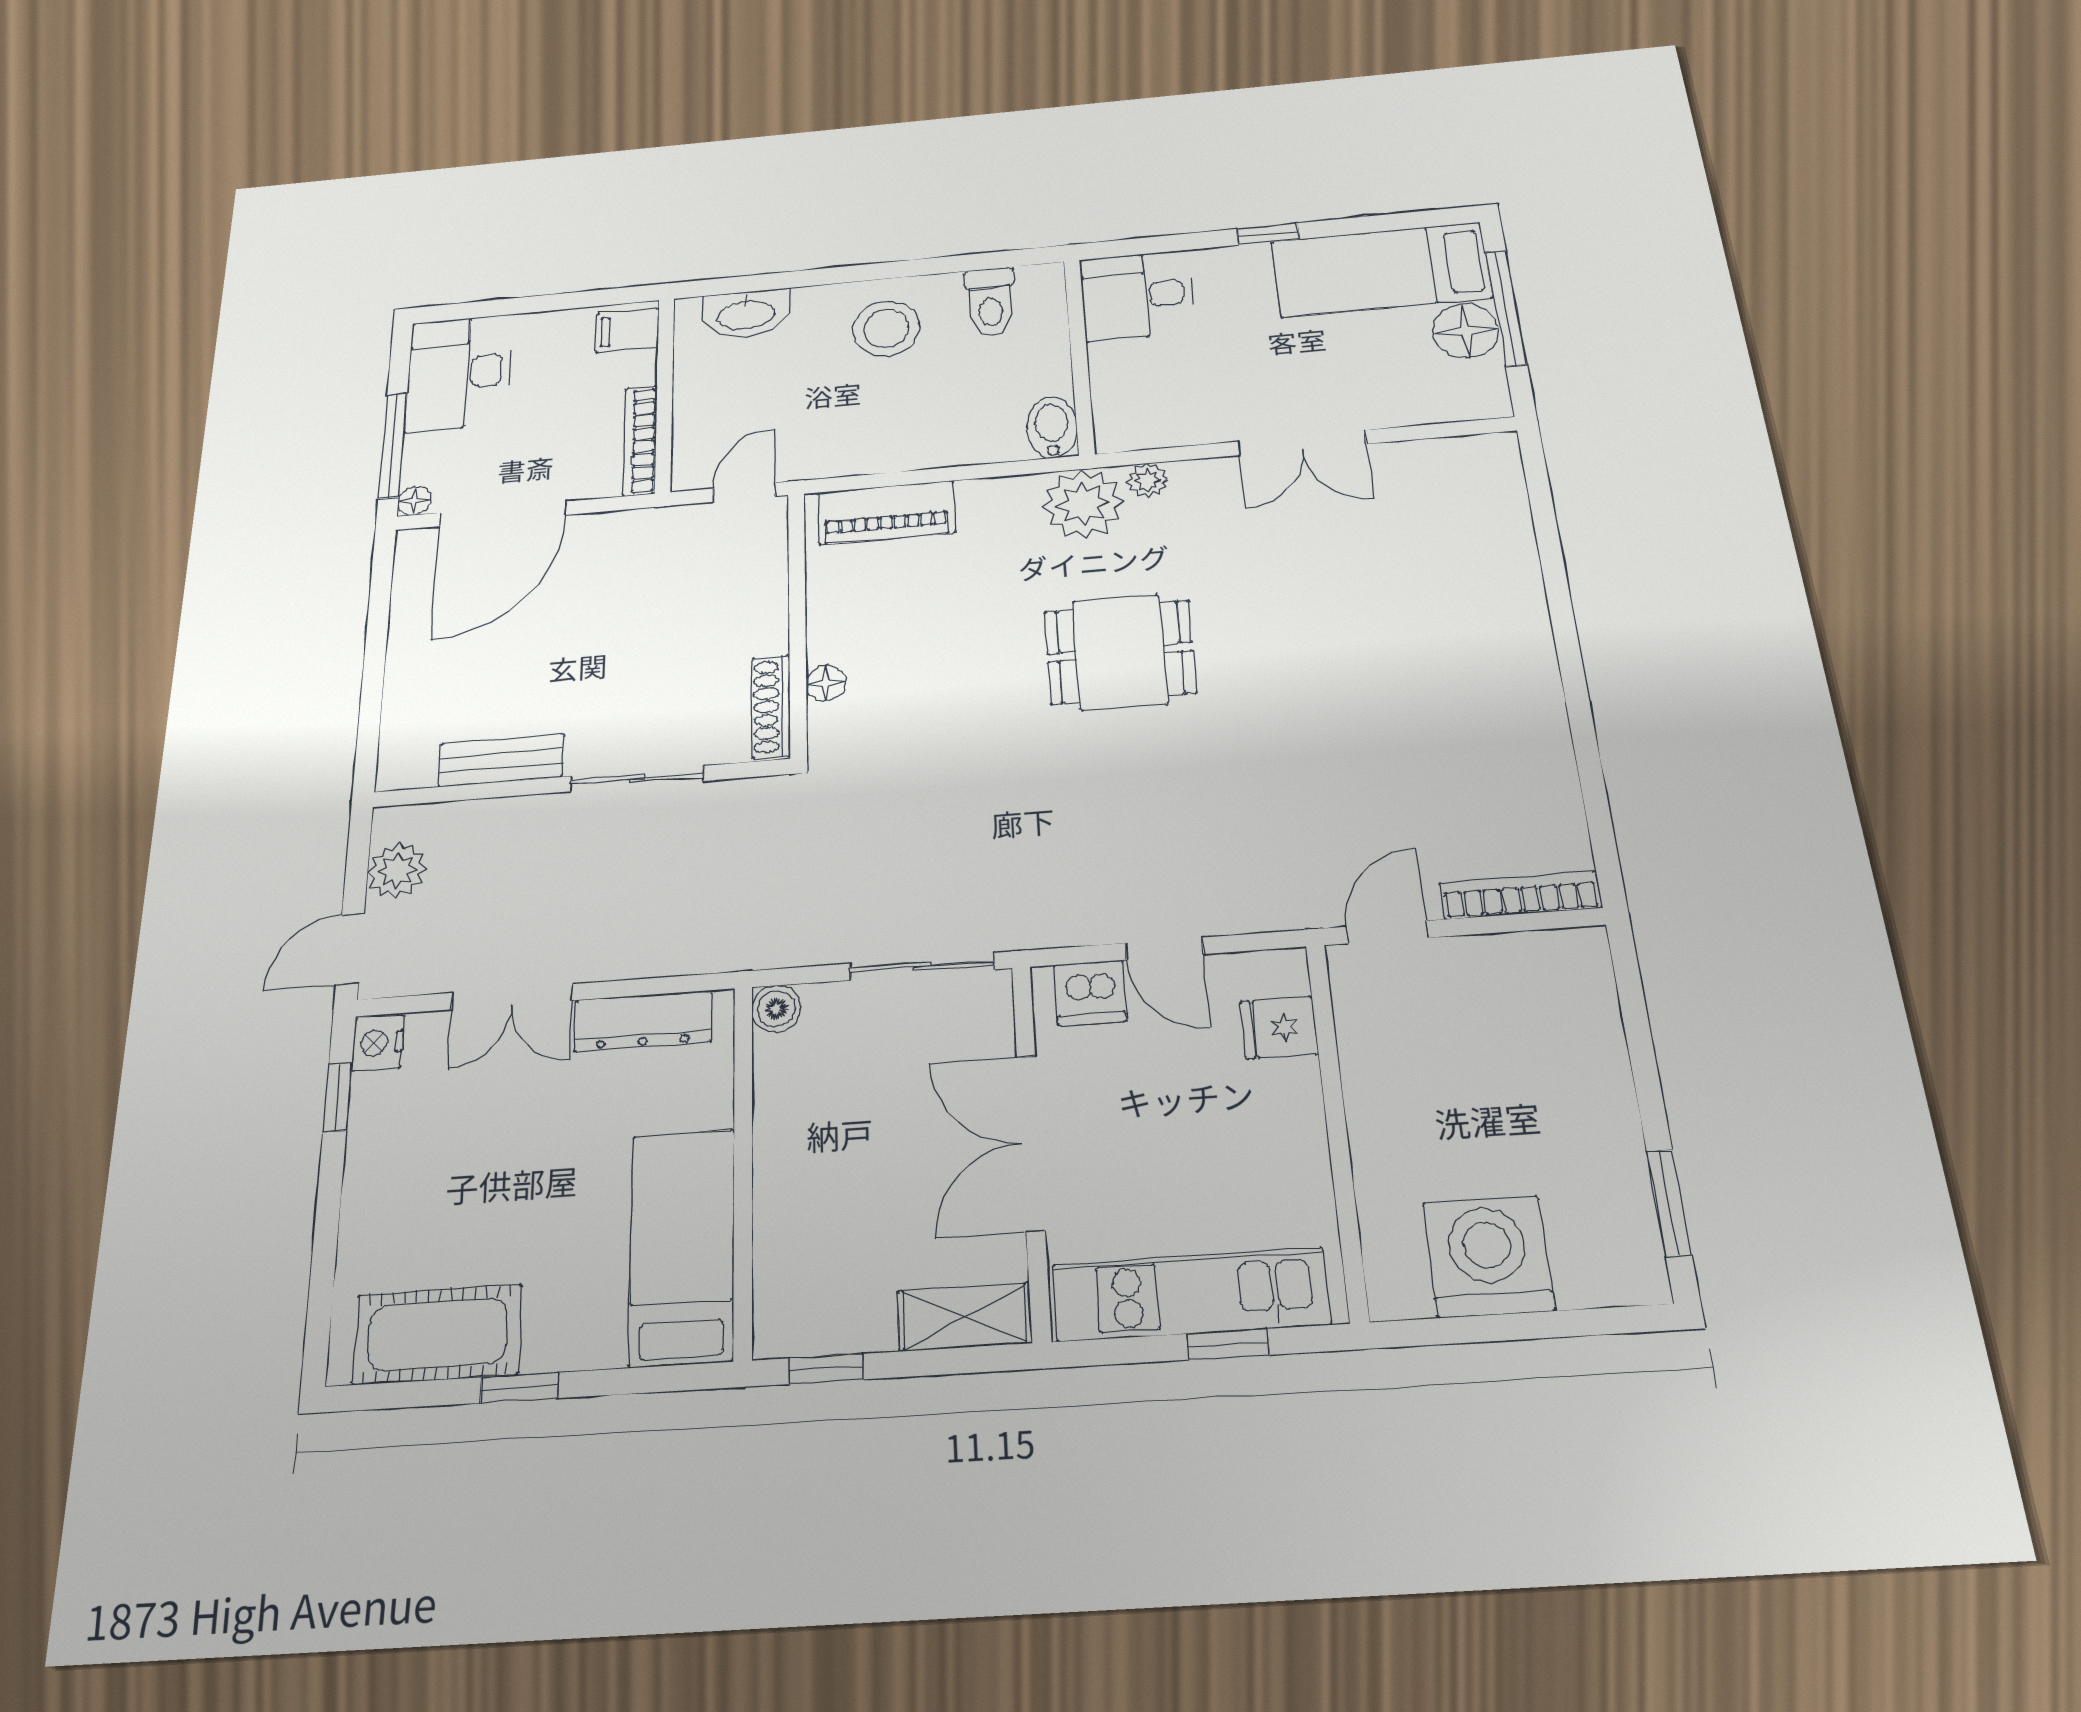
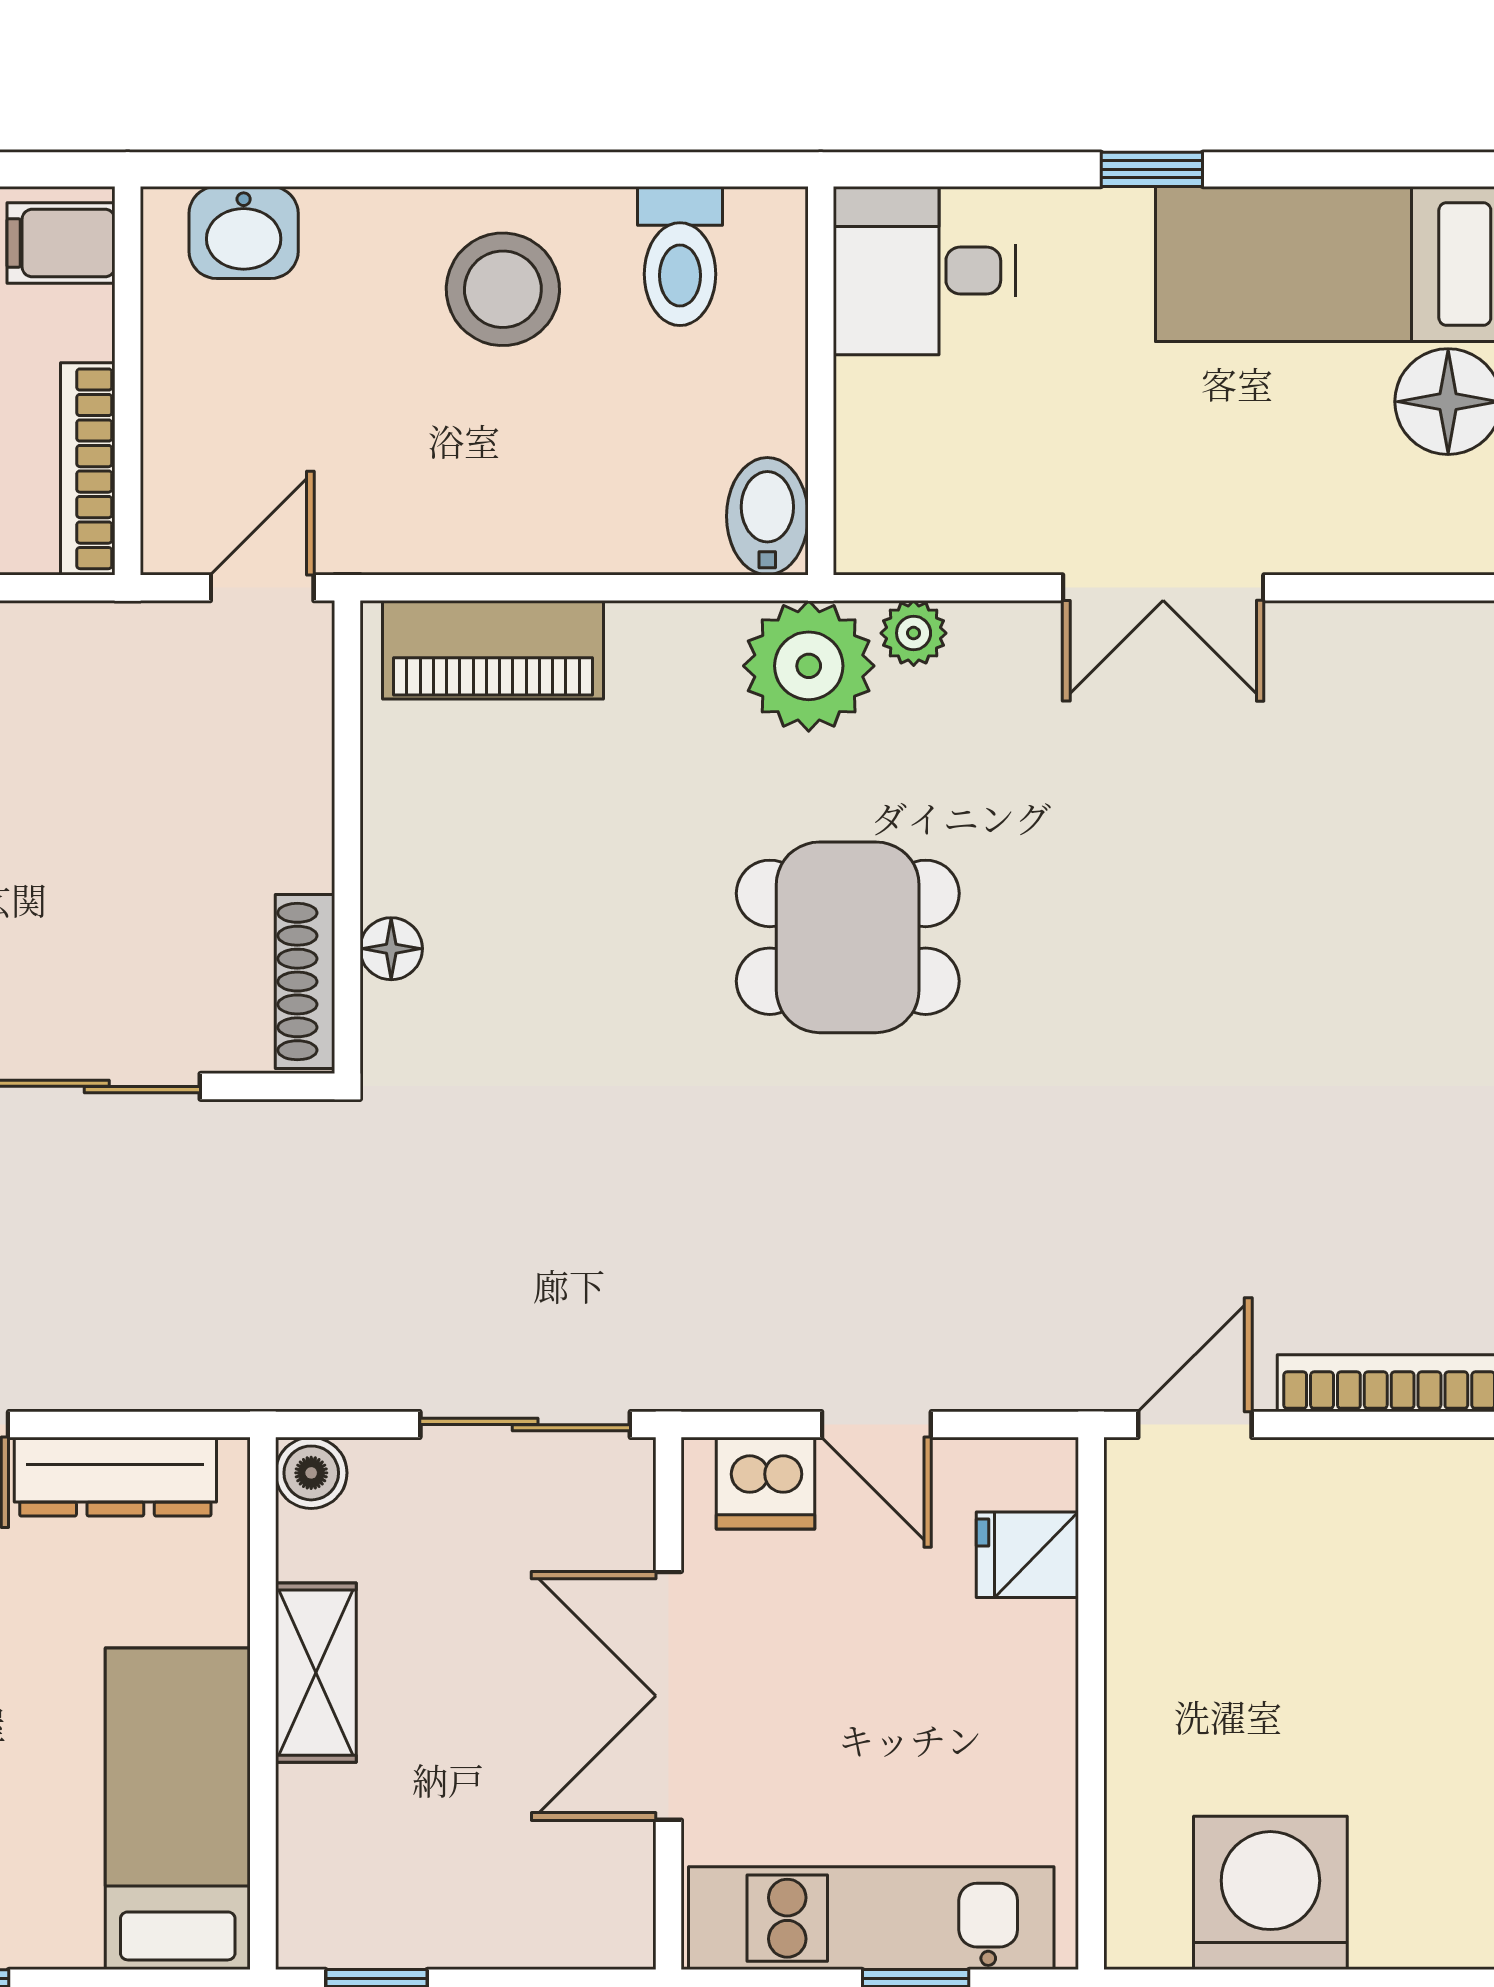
washbasin: (746, 314) -> (244, 232), width x0.72
shelving: (965, 1317) -> (316, 1673), moved, turned 90

